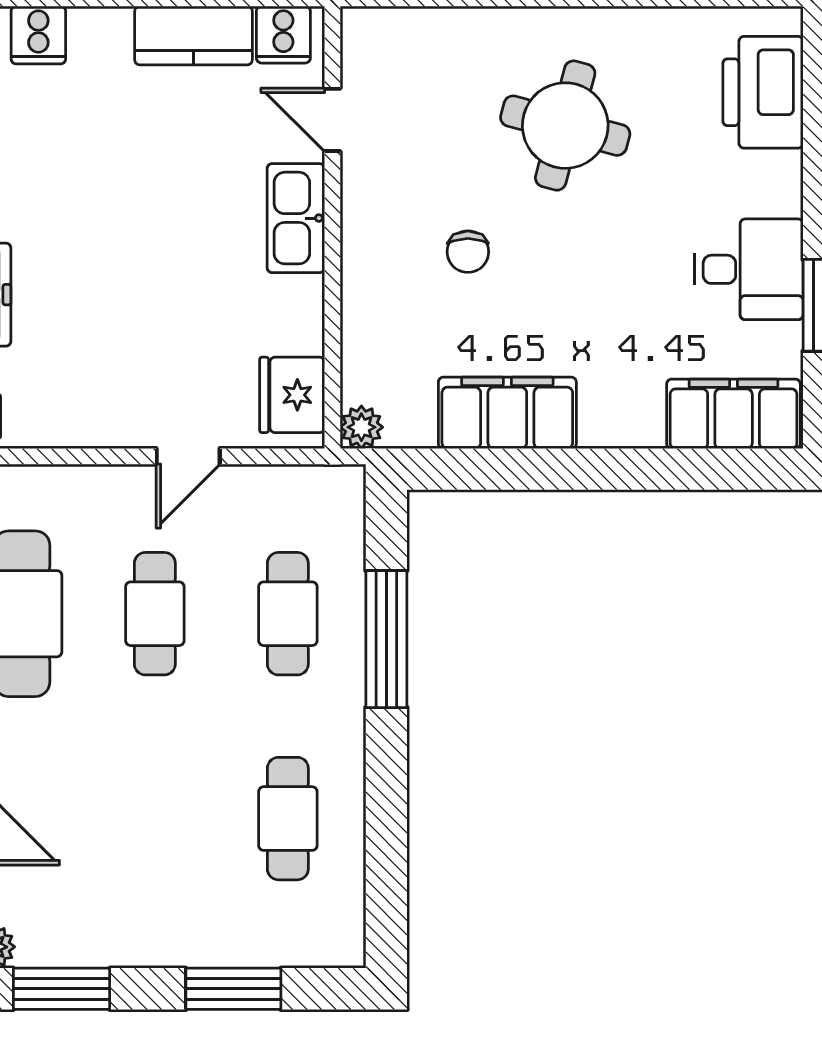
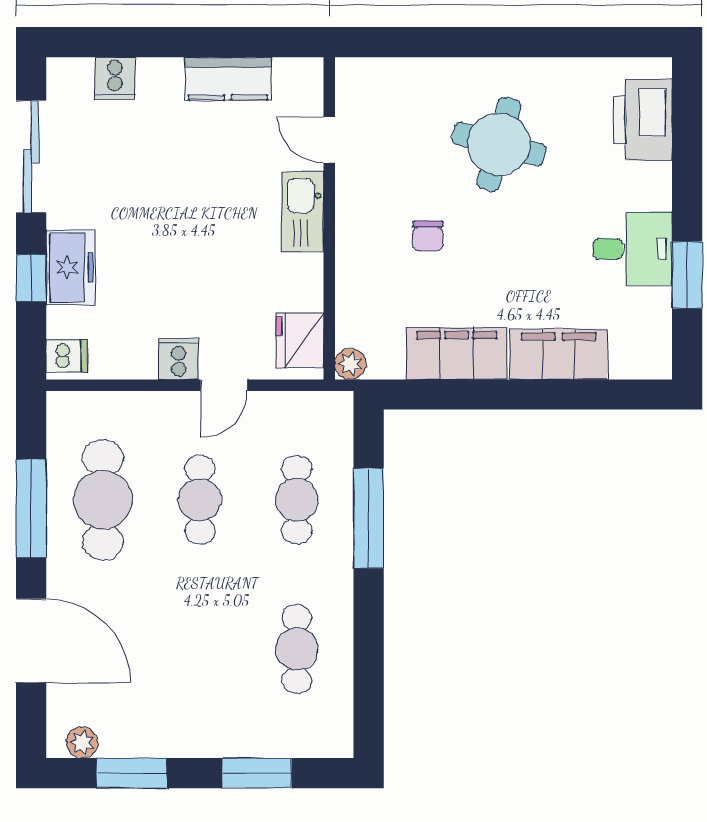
cooker: (283, 35) -> (179, 359), moved, turned 180
filing cabinet: (734, 414) -> (559, 354), moved

